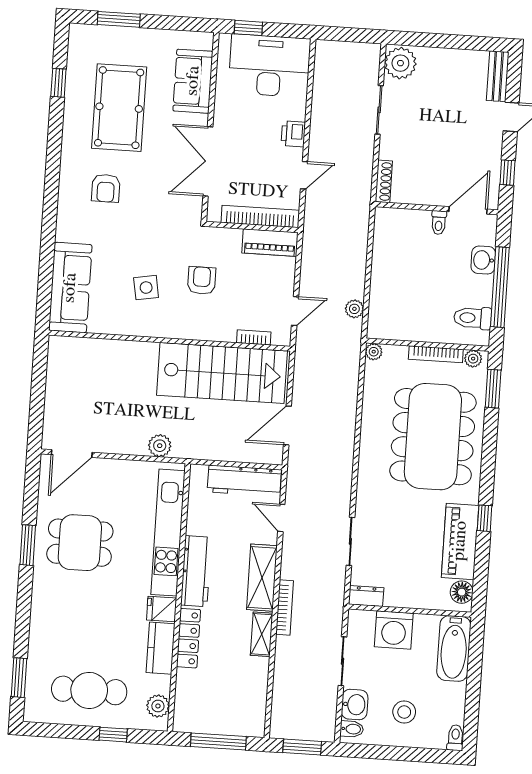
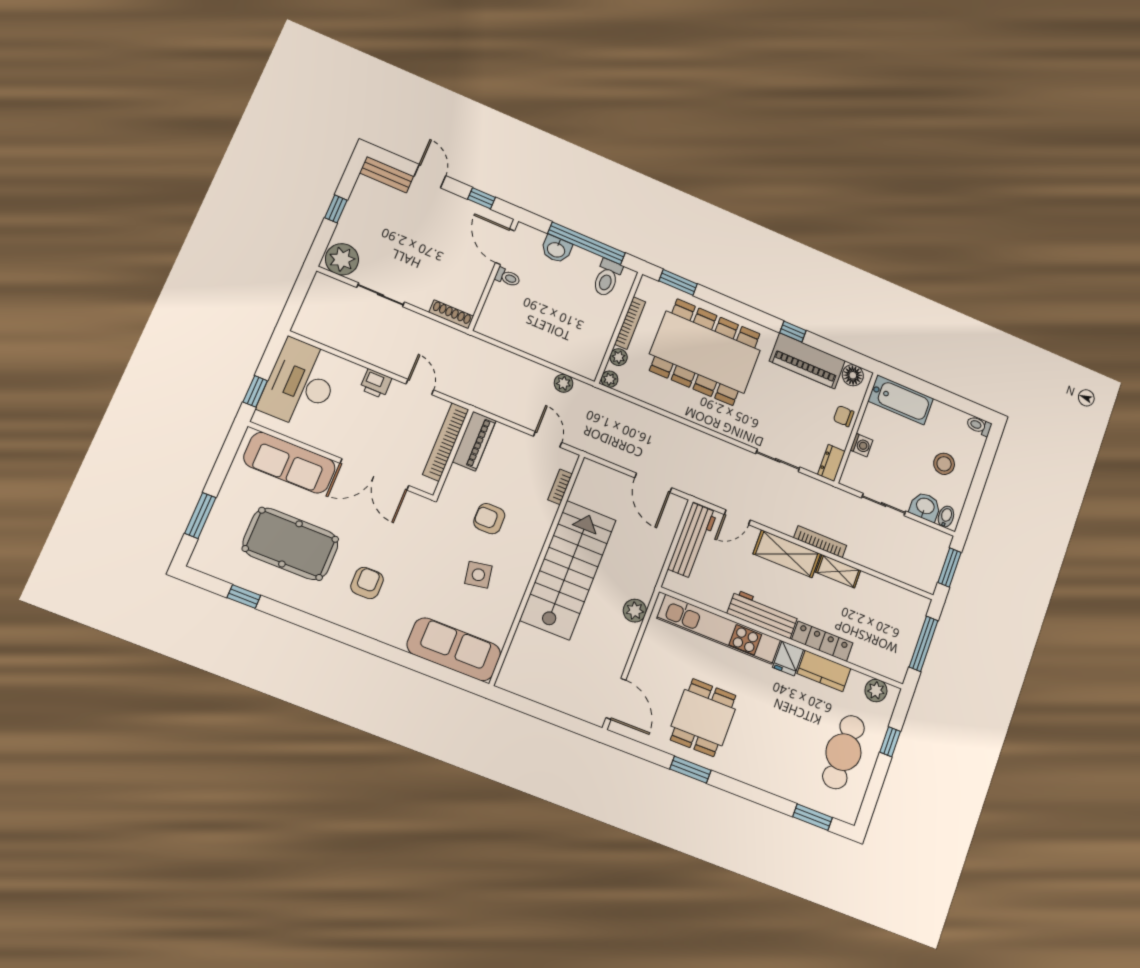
window: (447, 41) -> (336, 209), added
sofa: (193, 81) -> (289, 463), width x1.36
armchair: (106, 188) -> (367, 583), turned -90
plant: (473, 359) -> (619, 357), moved
stairs: (222, 373) -> (568, 570), moved
chair: (417, 595) -> (844, 416), added
washing machine: (394, 630) -> (861, 445), width x0.53, depth x0.53

